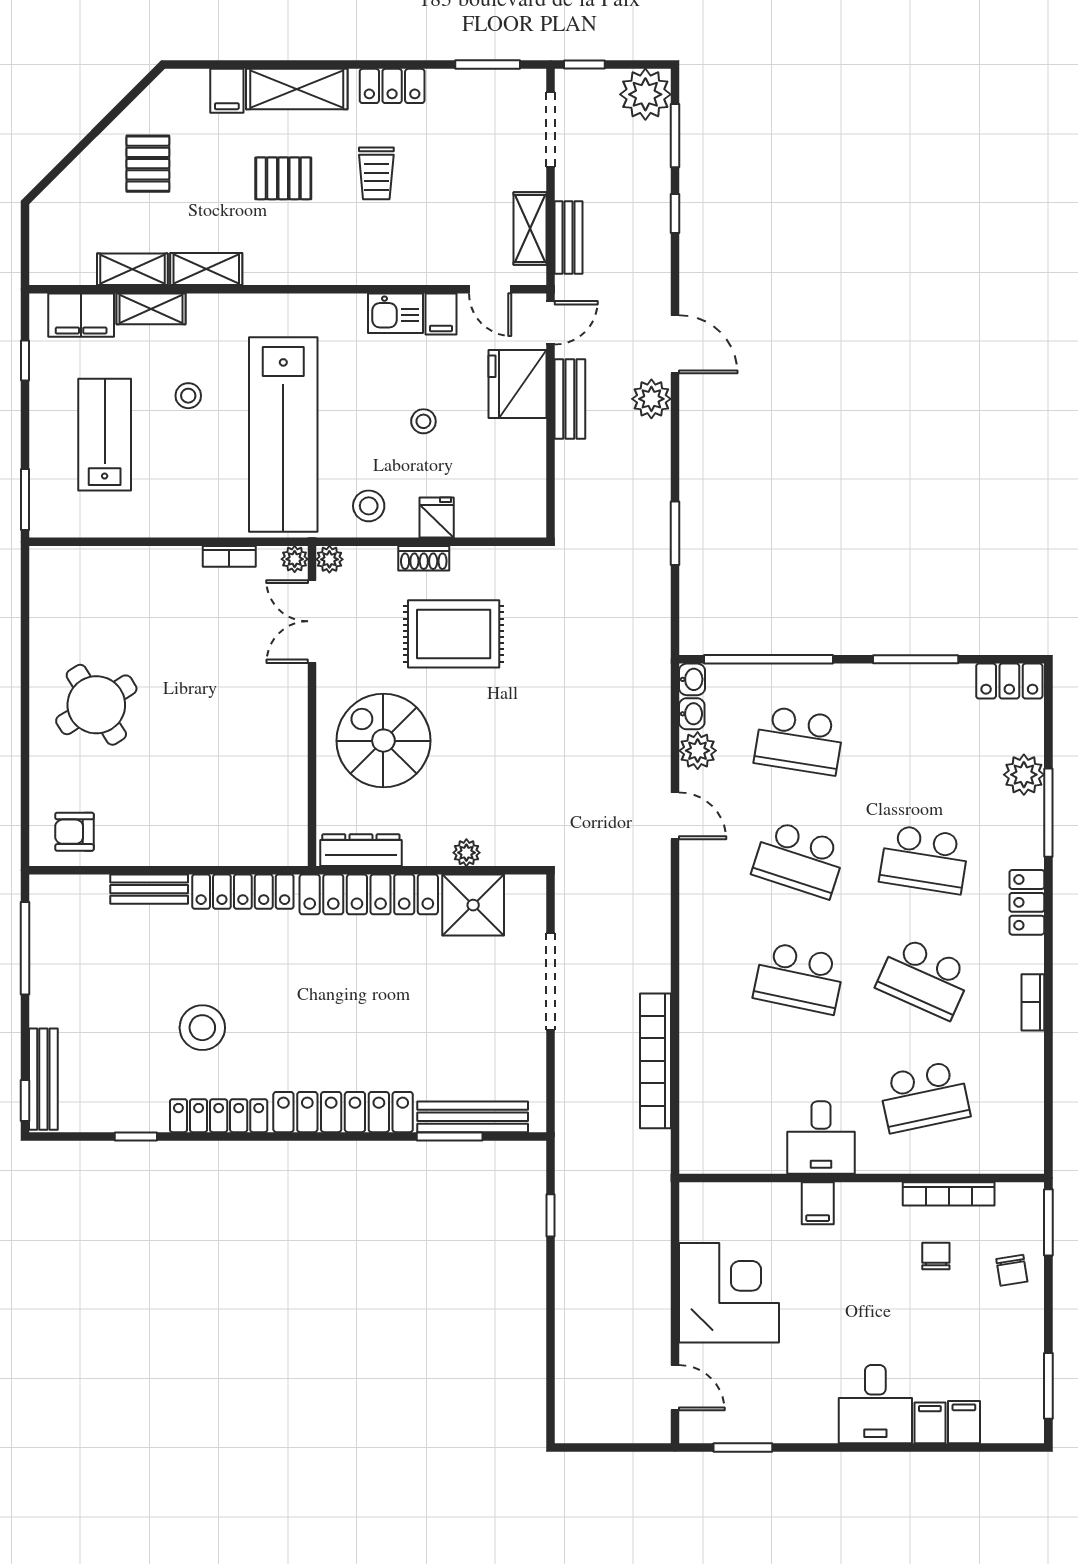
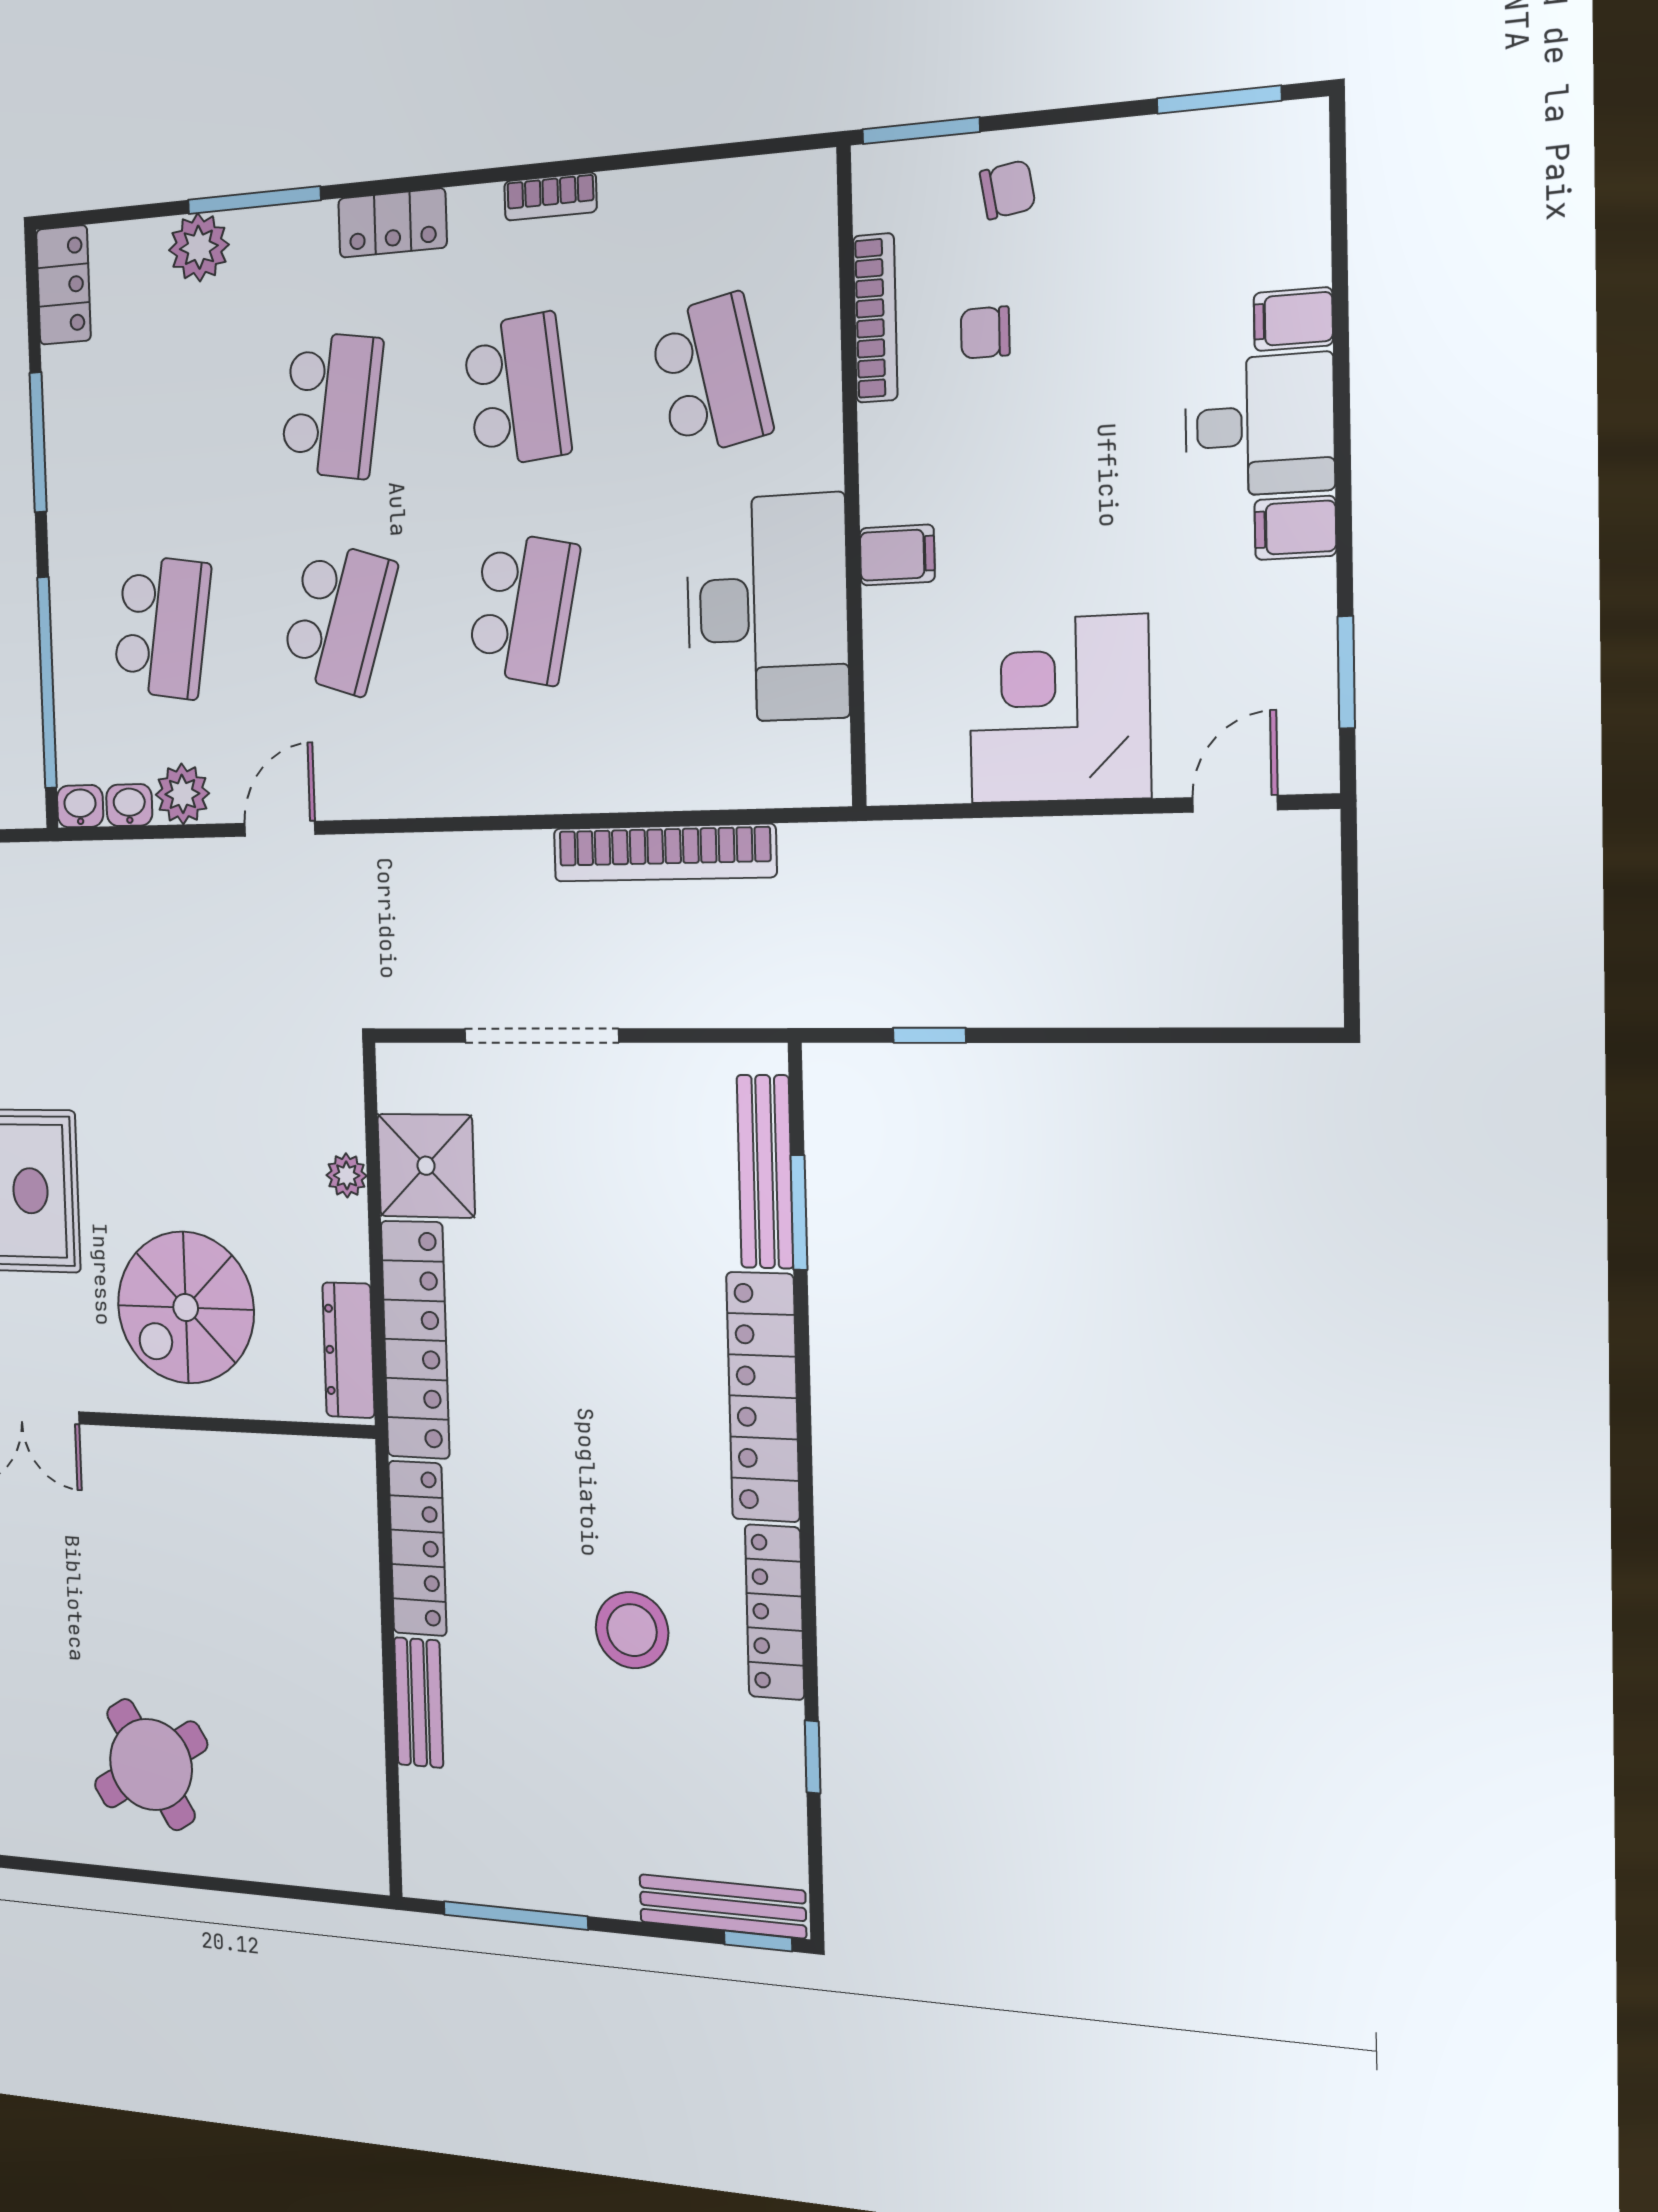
armchair: (75, 832) -> (336, 1817), removed
school desk: (924, 978) -> (517, 391), turned -30
desk: (821, 1137) -> (767, 609), width x1.87, depth x1.30
filing cabinet: (964, 1422) -> (1295, 528), moved

